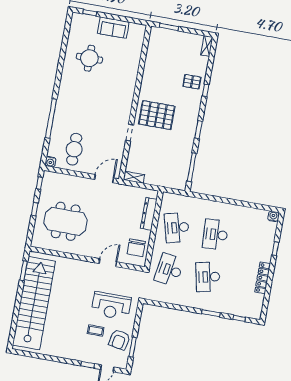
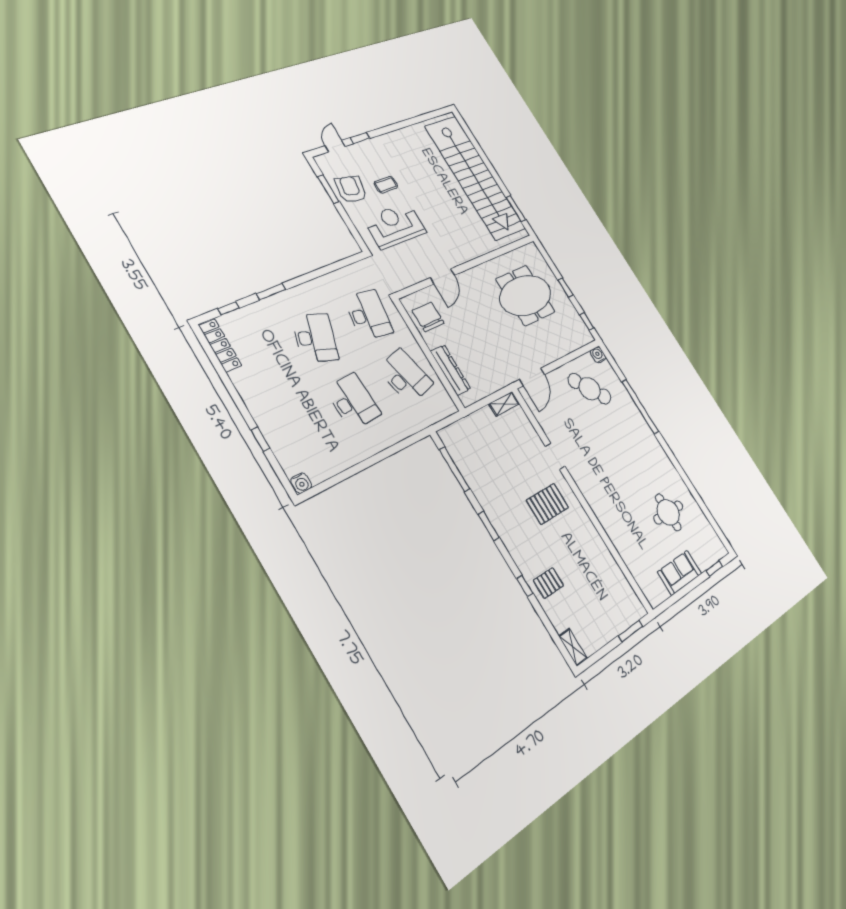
pallet: (157, 115) -> (547, 504), width x0.73, depth x0.71
cafe table: (74, 149) -> (590, 389), turned -38
desk: (208, 277) -> (315, 338), turned 30
locker: (263, 278) -> (220, 345), moved

